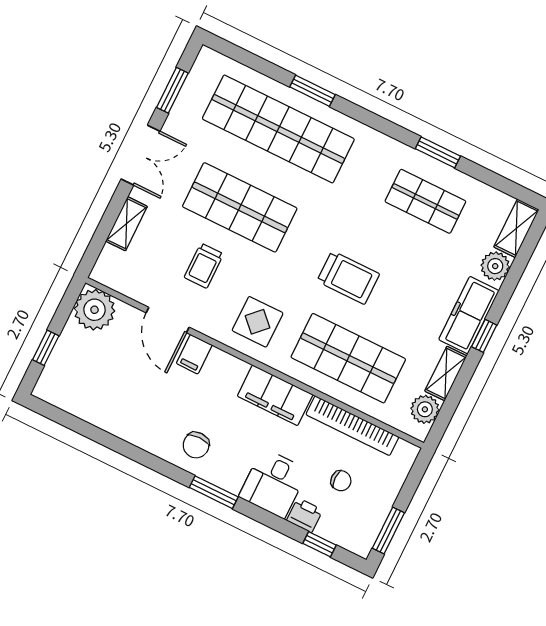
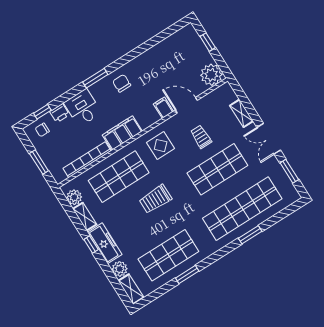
shop shelf: (425, 201) -> (168, 255), width x1.43, depth x1.36
chair: (341, 481) -> (42, 130), moved
window: (388, 531) -> (39, 162), moved

